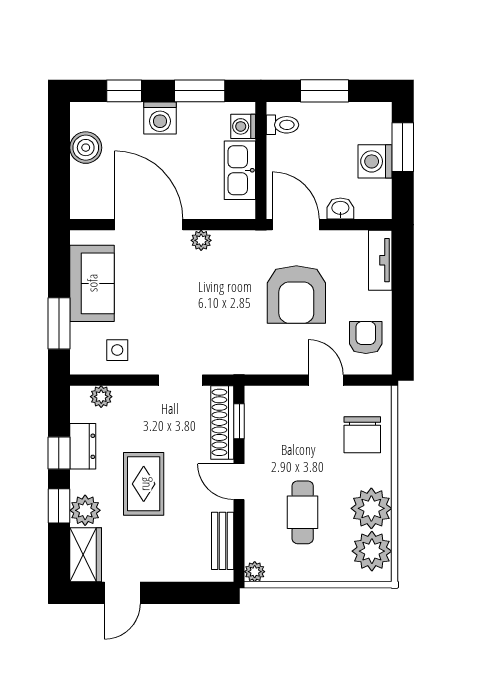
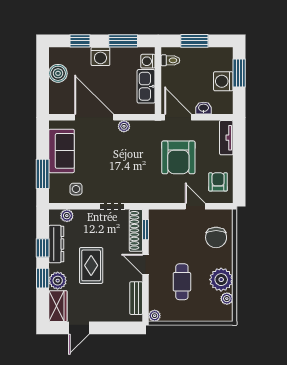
dresser: (83, 446) -> (56, 244), width x1.44
plant: (372, 551) -> (227, 299), width x0.53, depth x0.53

